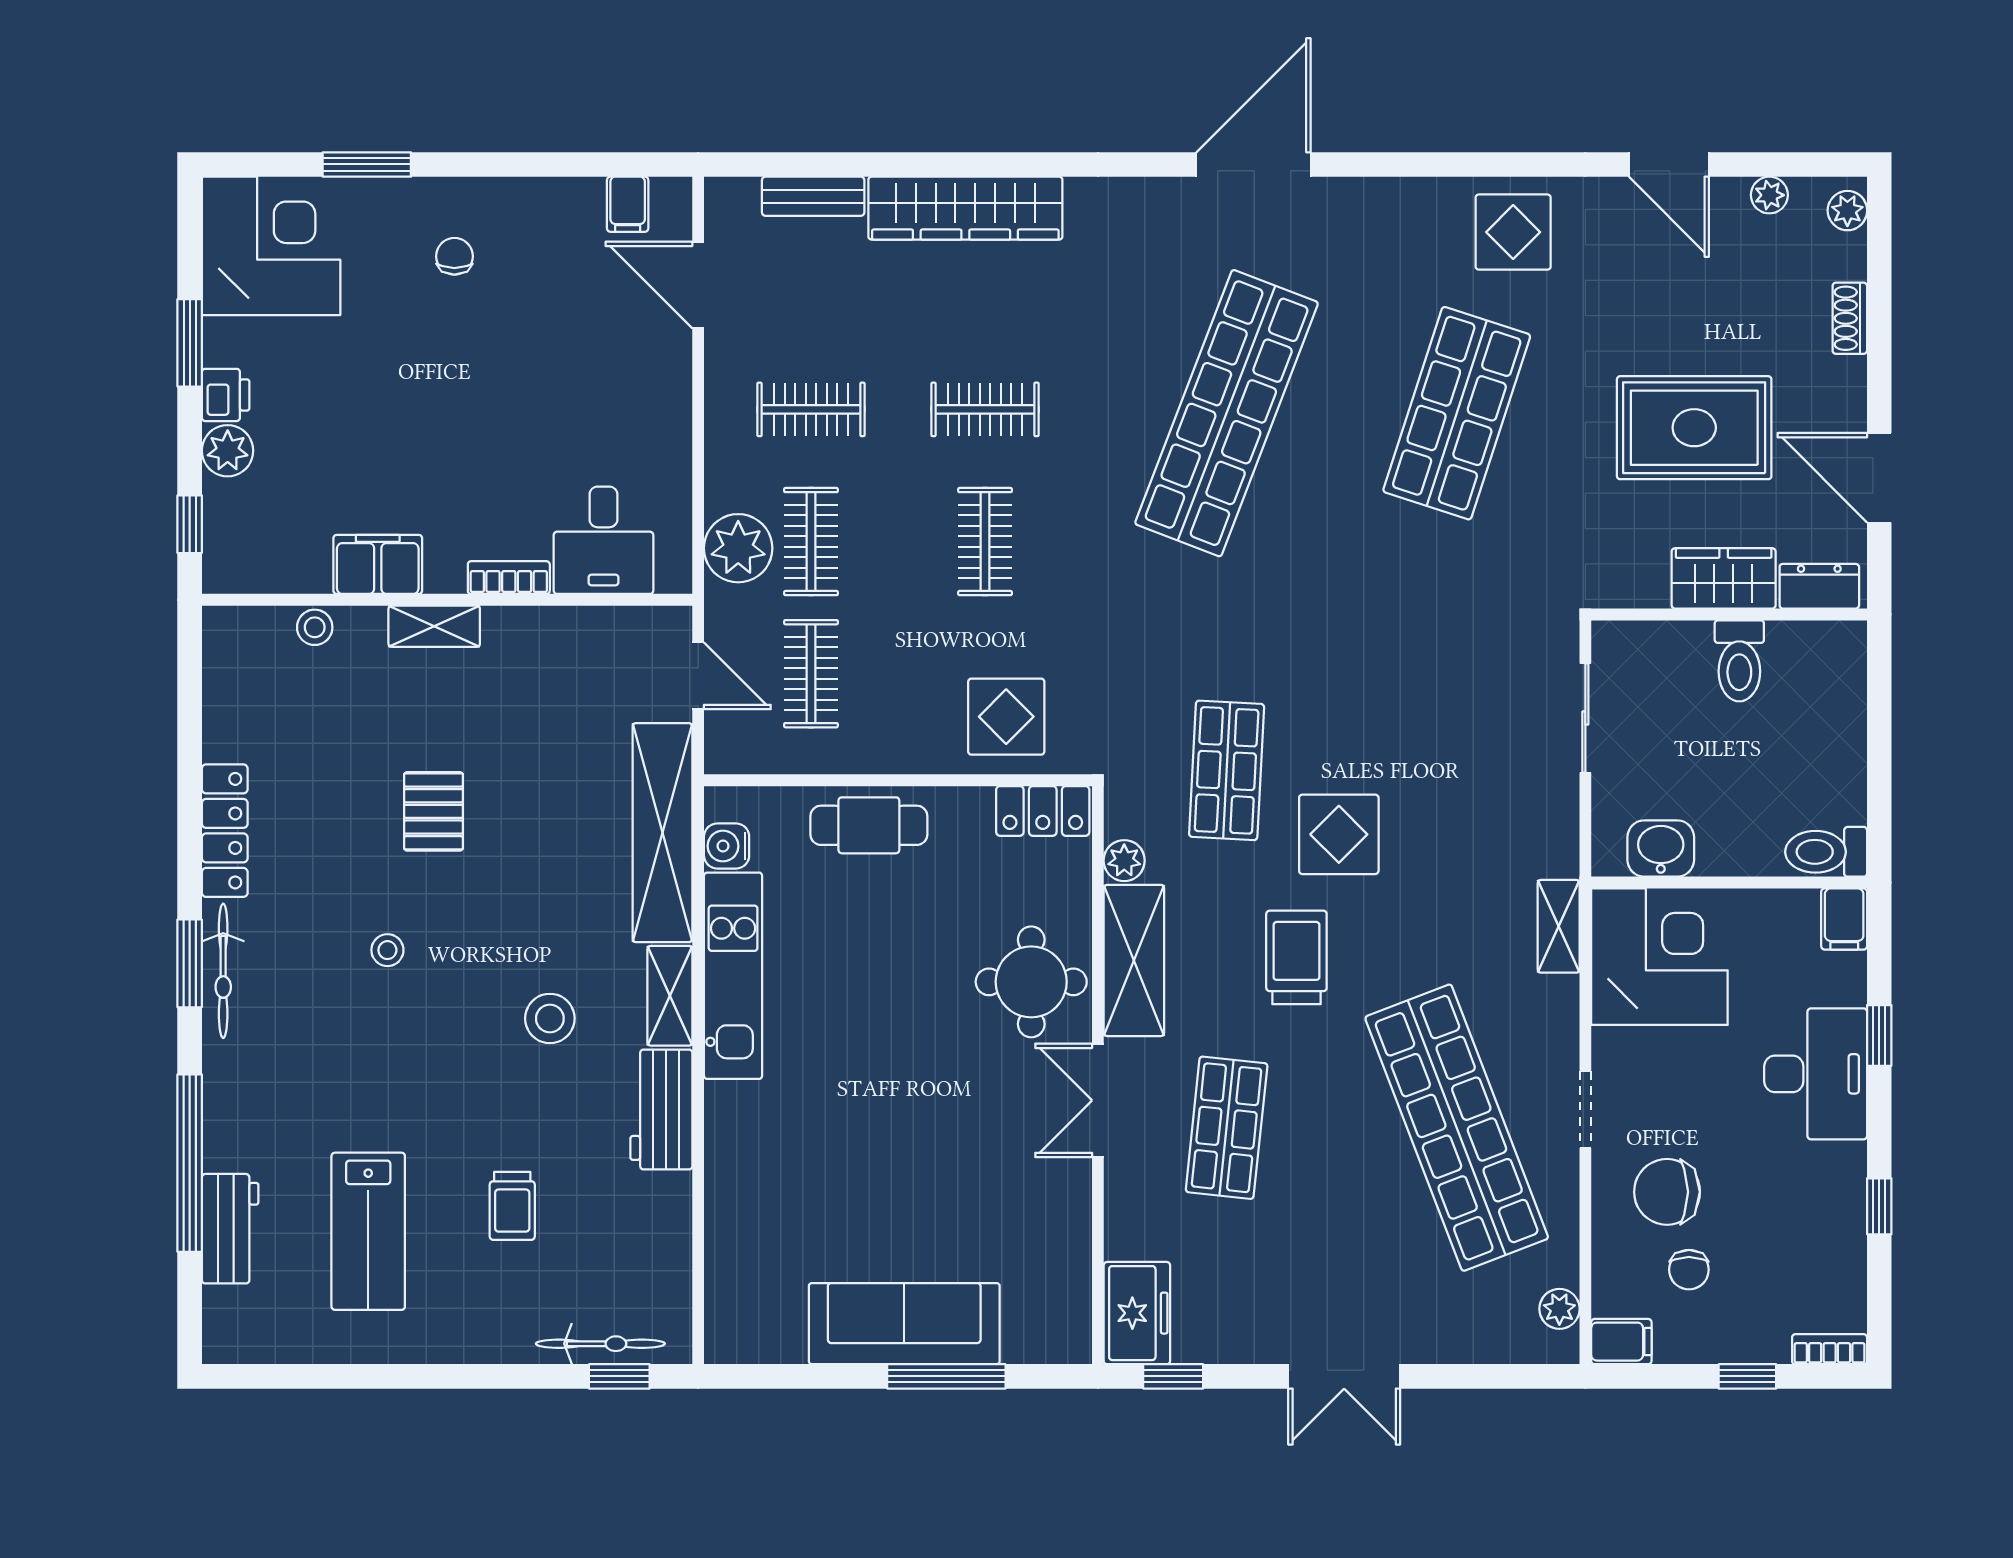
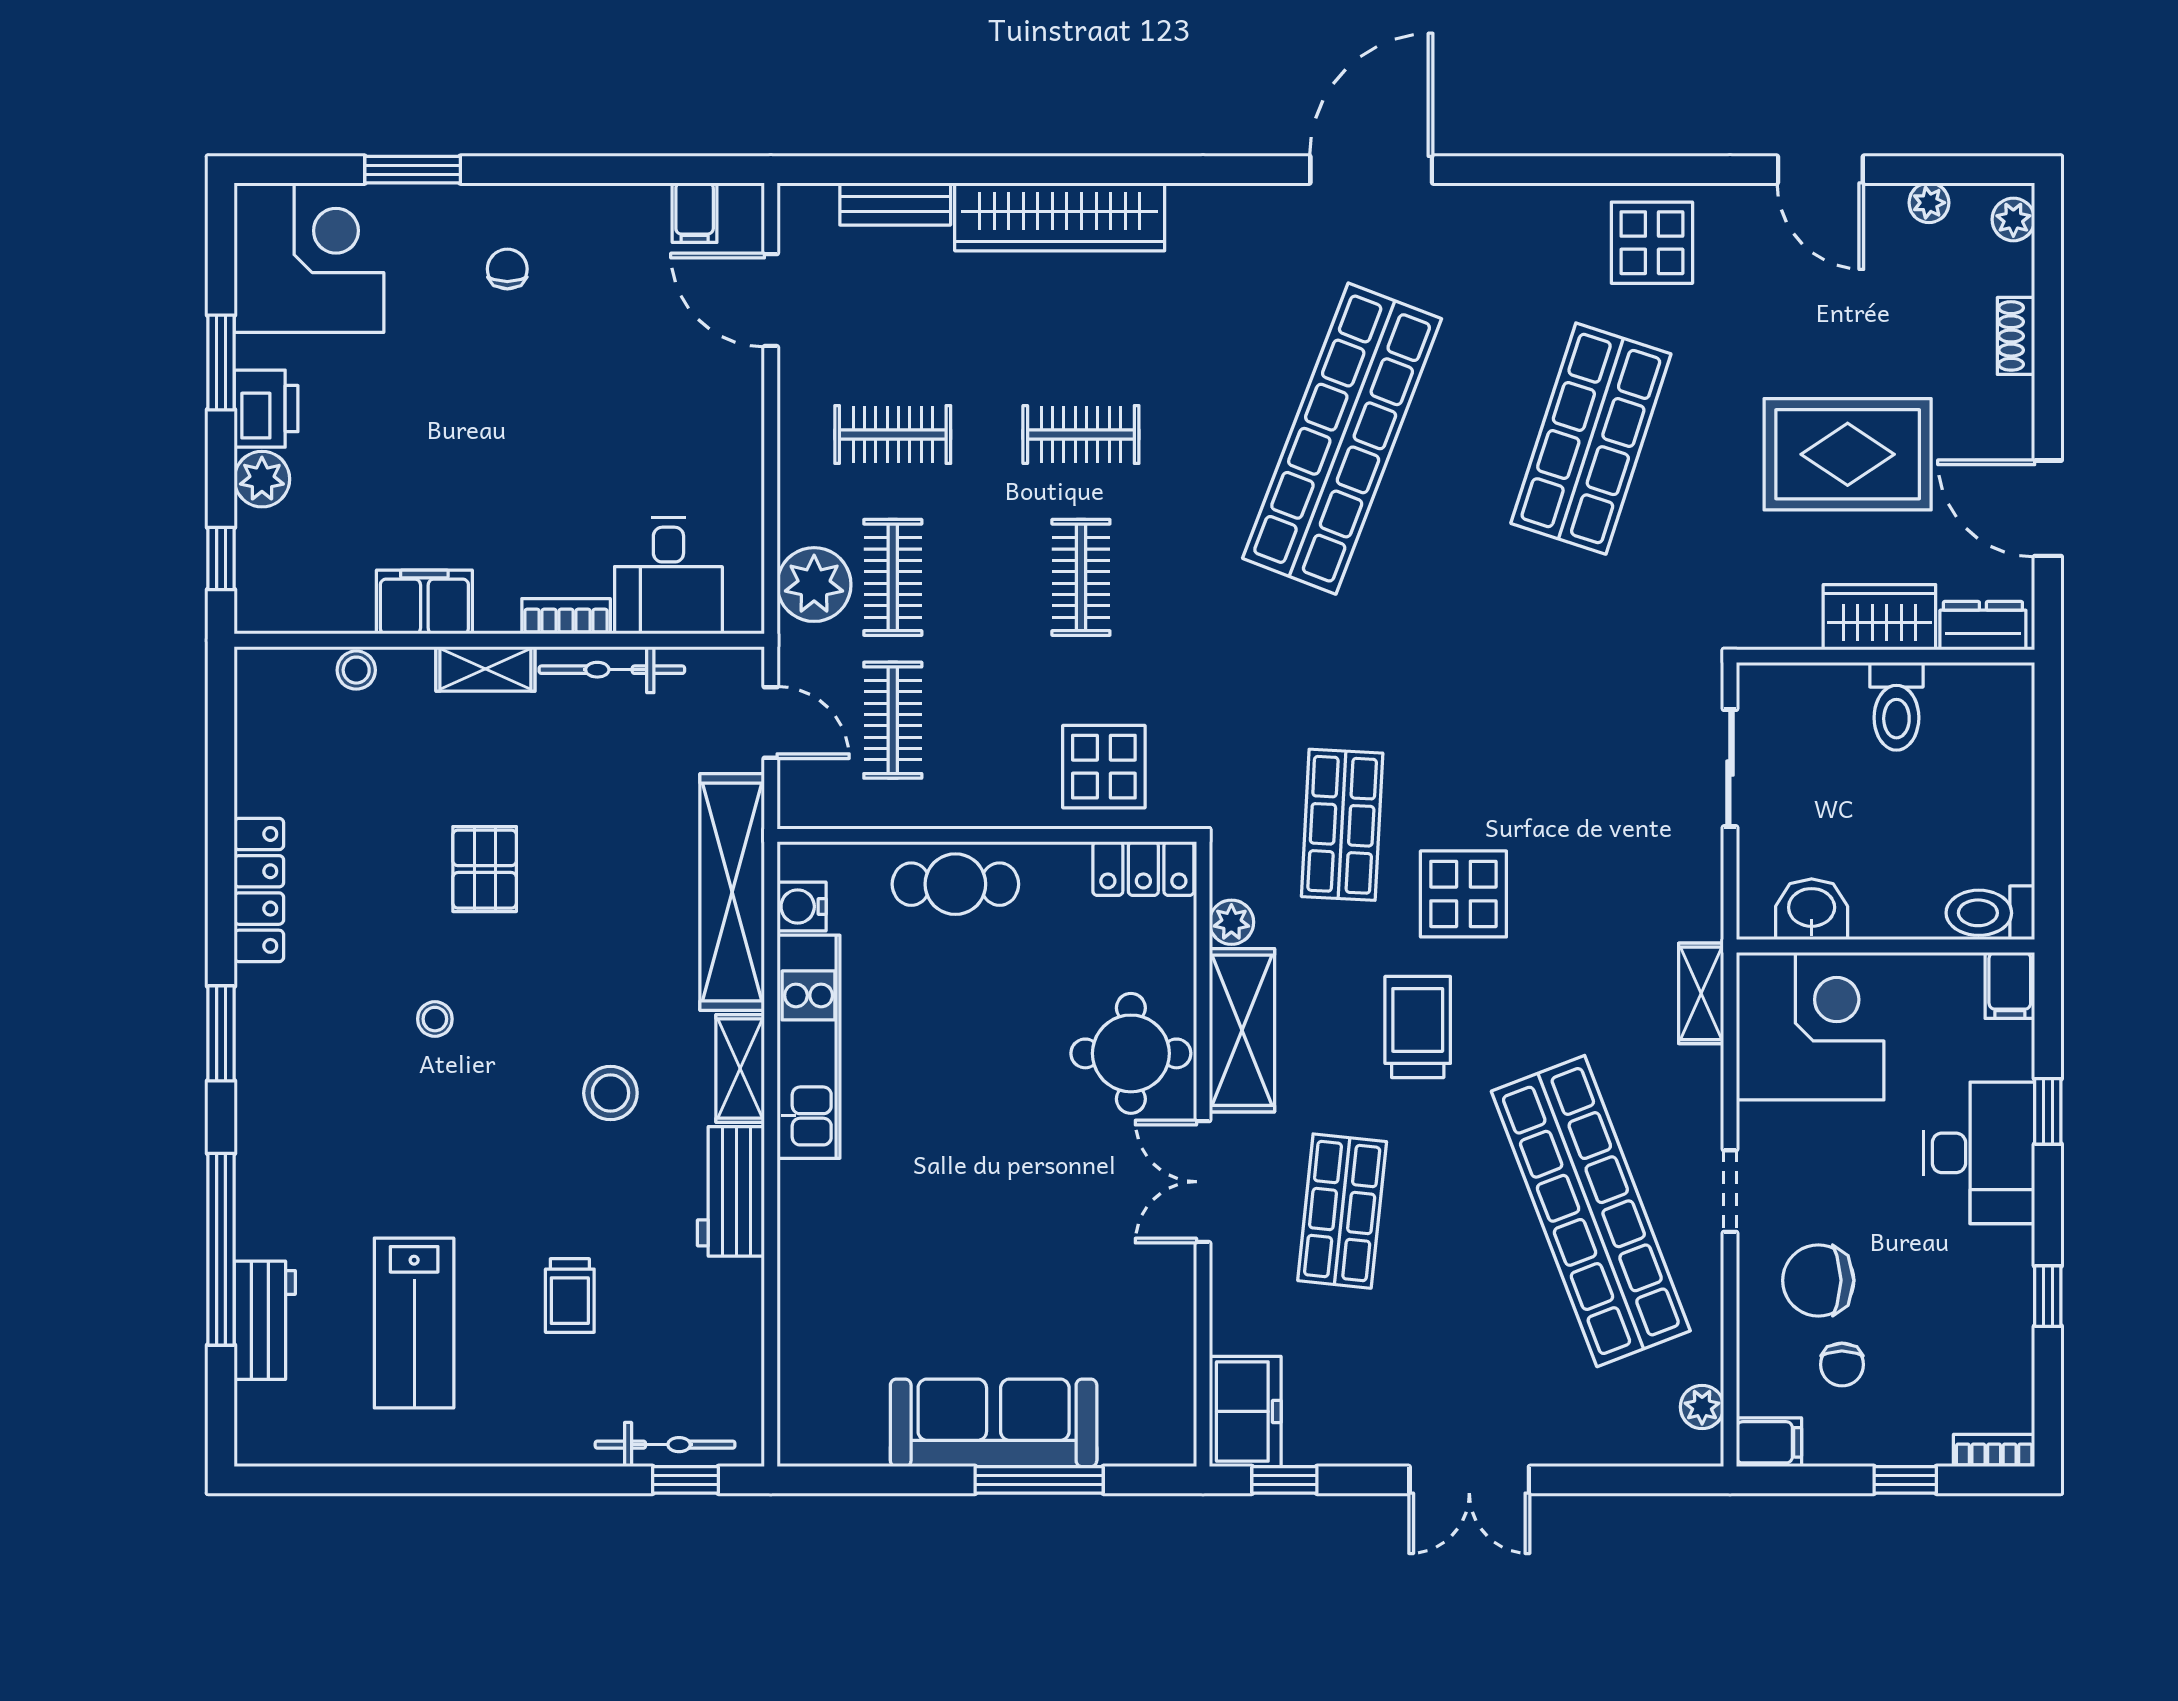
printer: (226, 395) -> (266, 409), width x1.36, depth x1.24
bicycle: (223, 971) -> (612, 670), moved, turned 90

